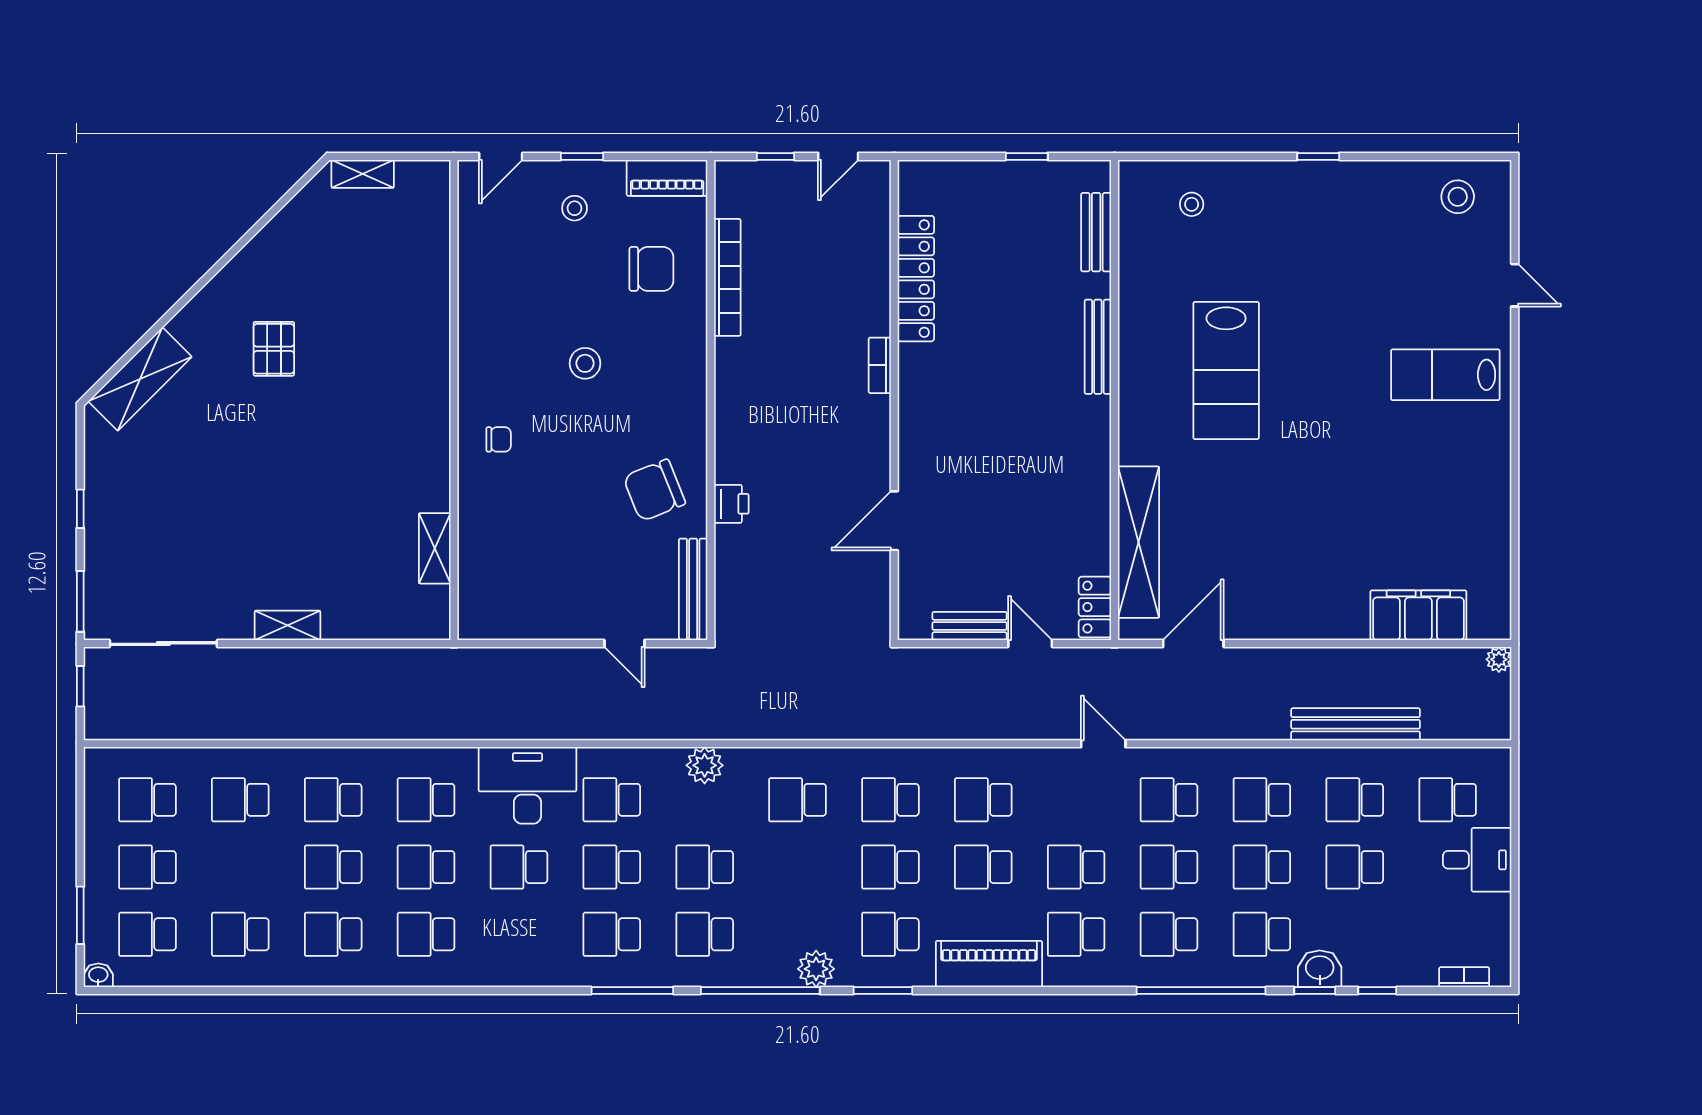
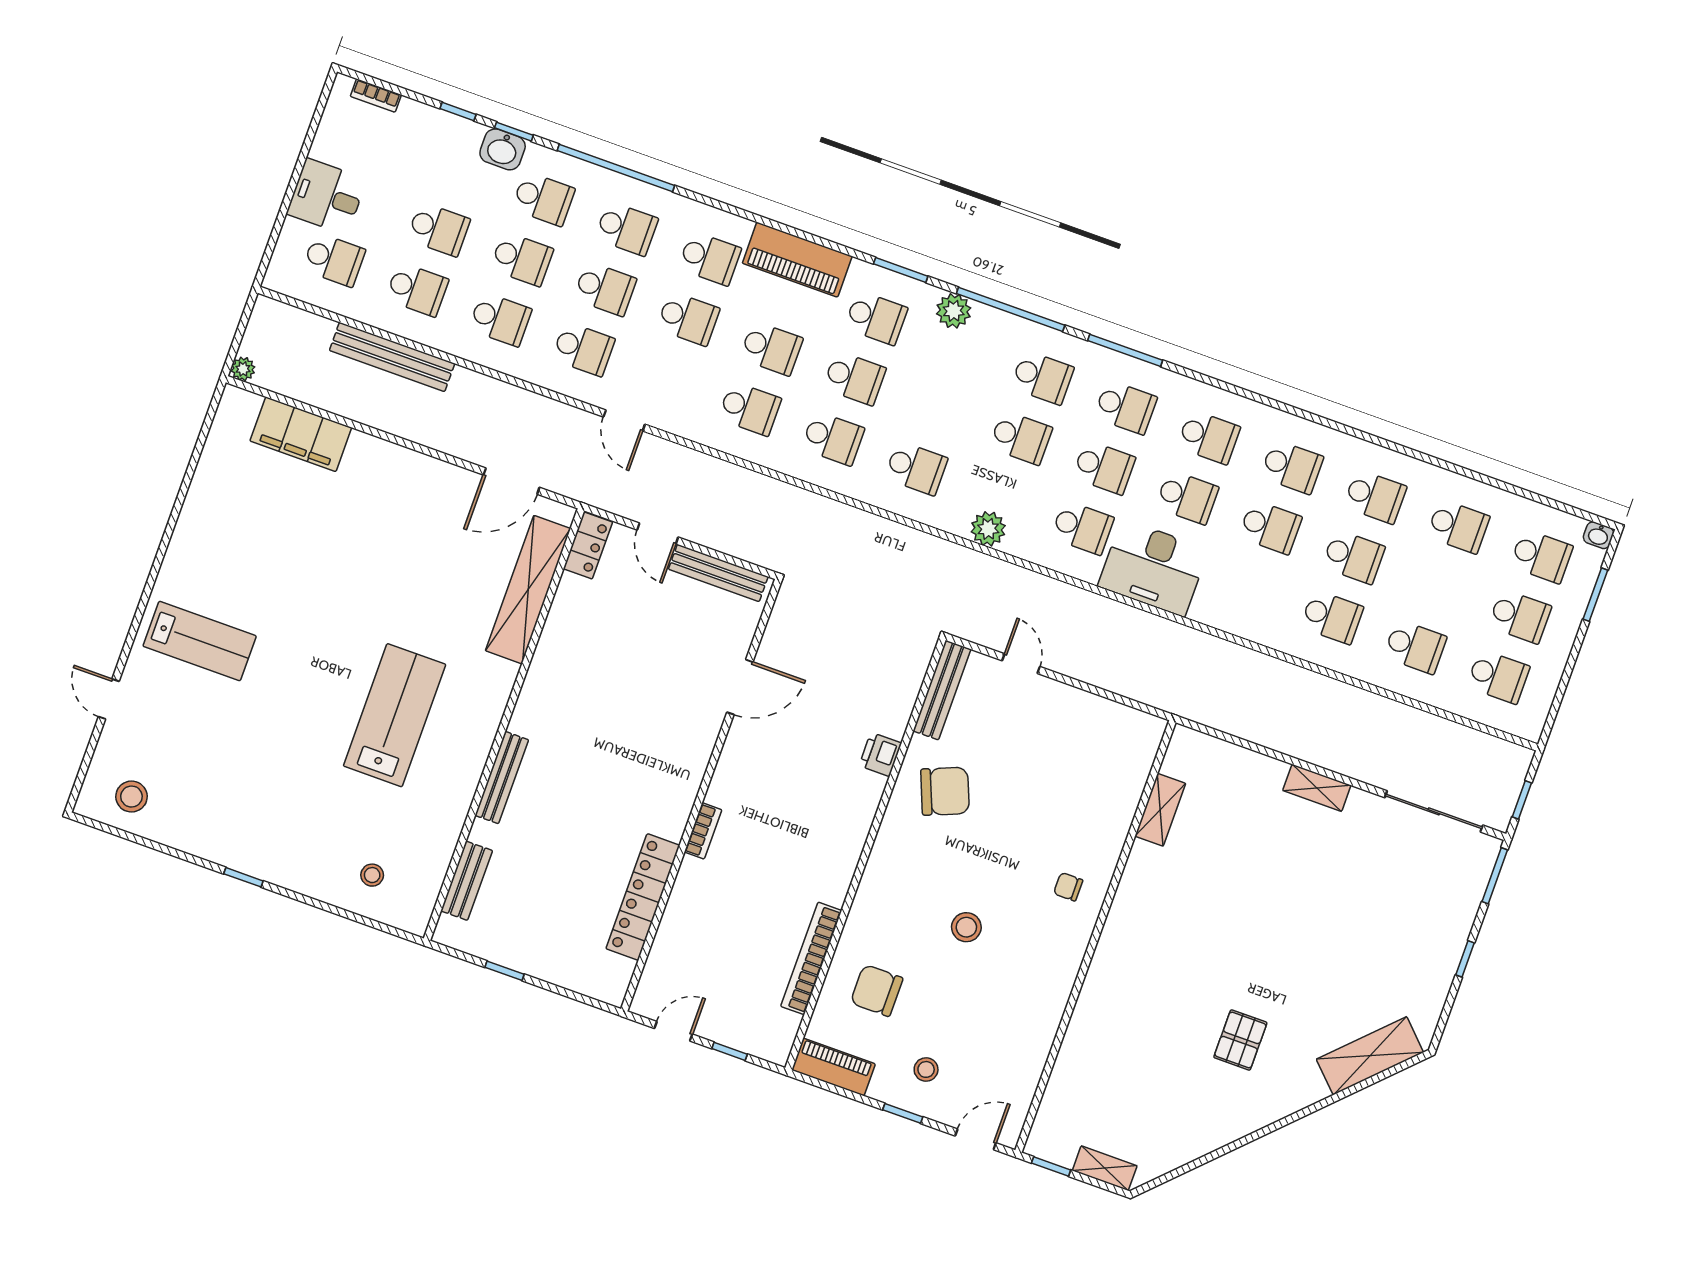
window: (416, 156) -> (1051, 1167), added
bench: (970, 626) -> (718, 573), width x1.36
school desk: (426, 800) -> (1209, 437), moved

